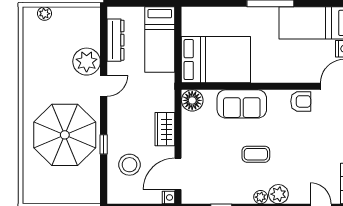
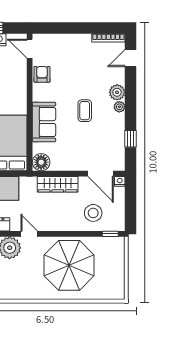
wardrobe: (165, 129) -> (58, 184), width x1.50
window: (104, 144) -> (110, 234), moved

